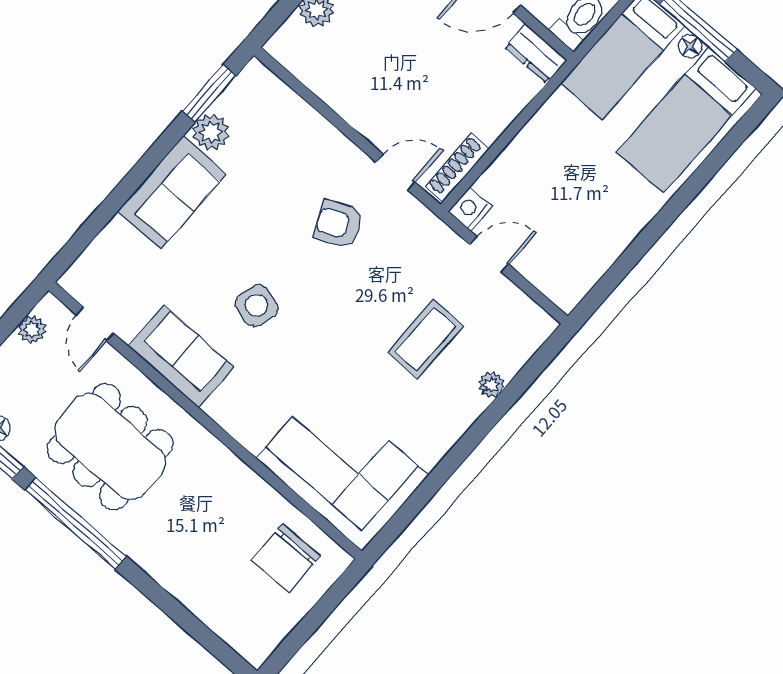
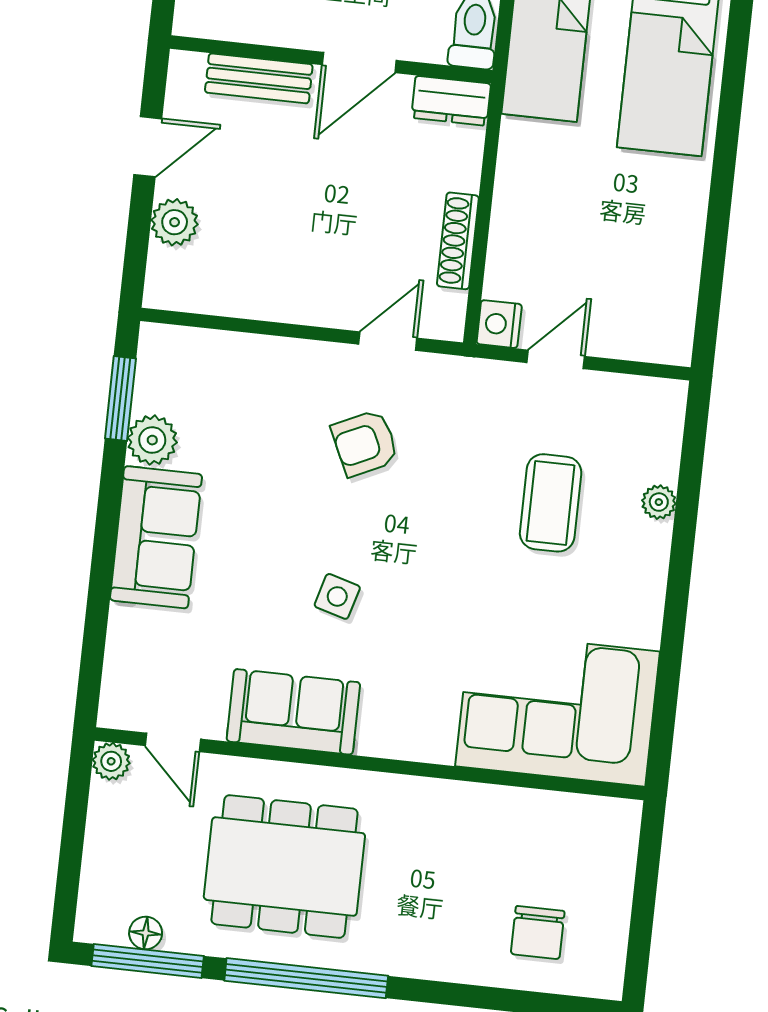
shoe rack: (457, 167) -> (458, 241), moved
side table: (257, 305) -> (337, 596), width x0.73, depth x0.73
plant: (32, 330) -> (111, 761), moved
chair: (286, 558) -> (538, 932), moved, width x0.73, depth x0.73

